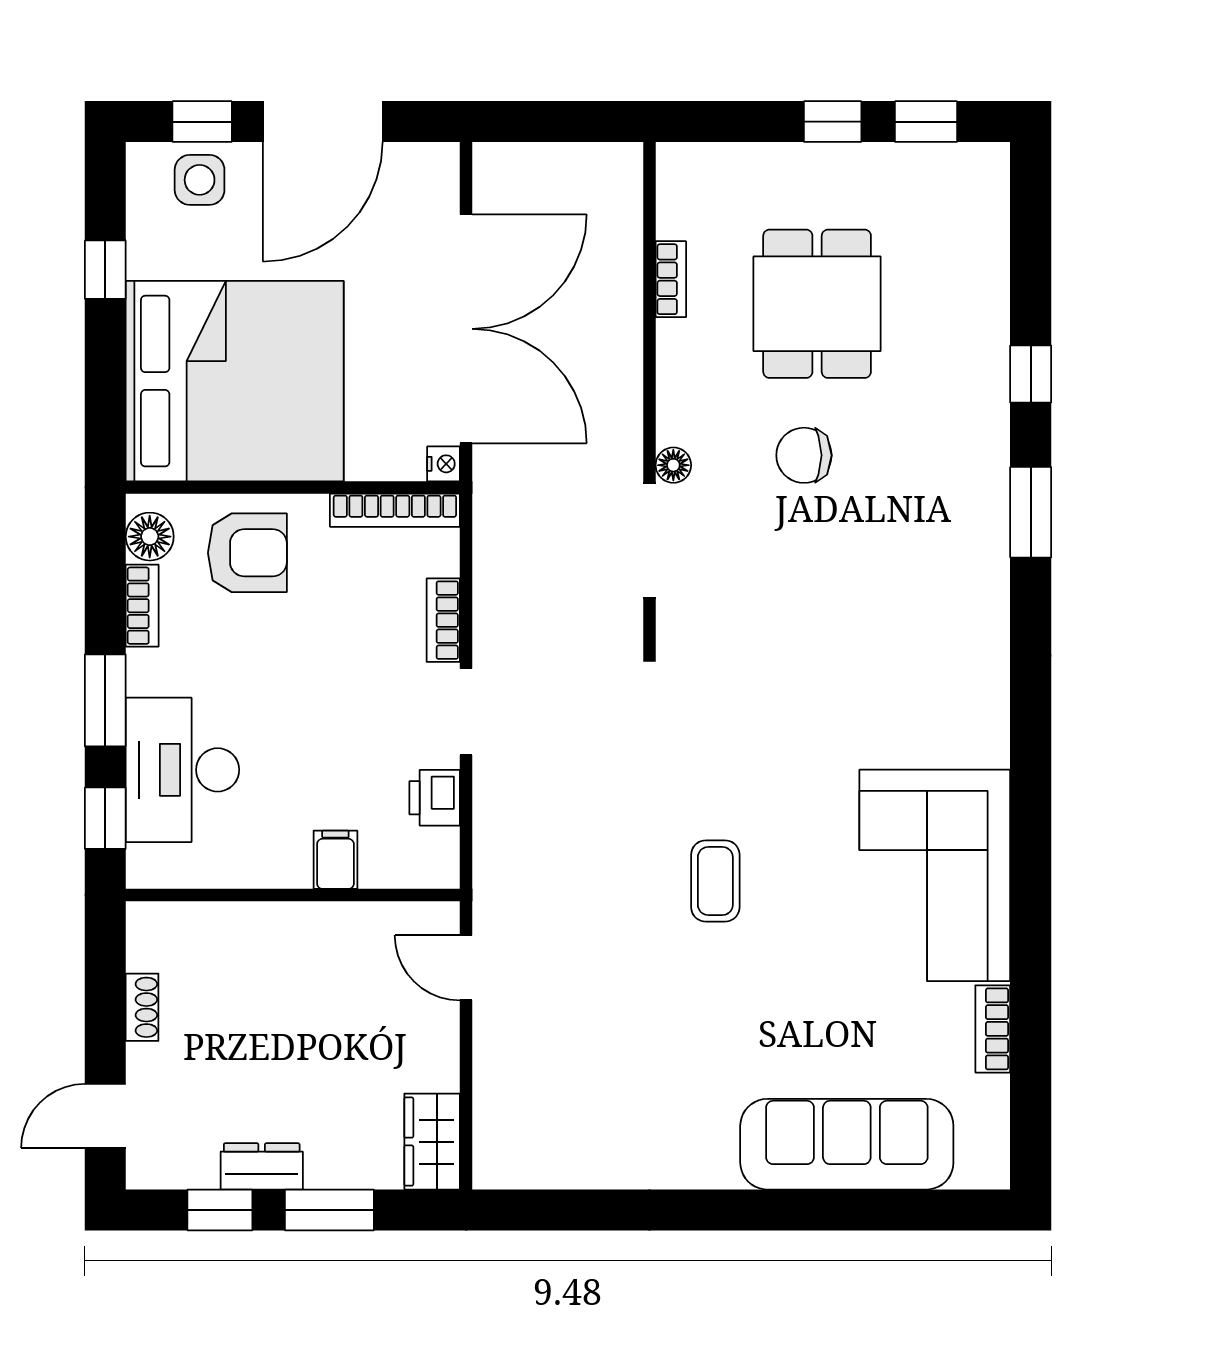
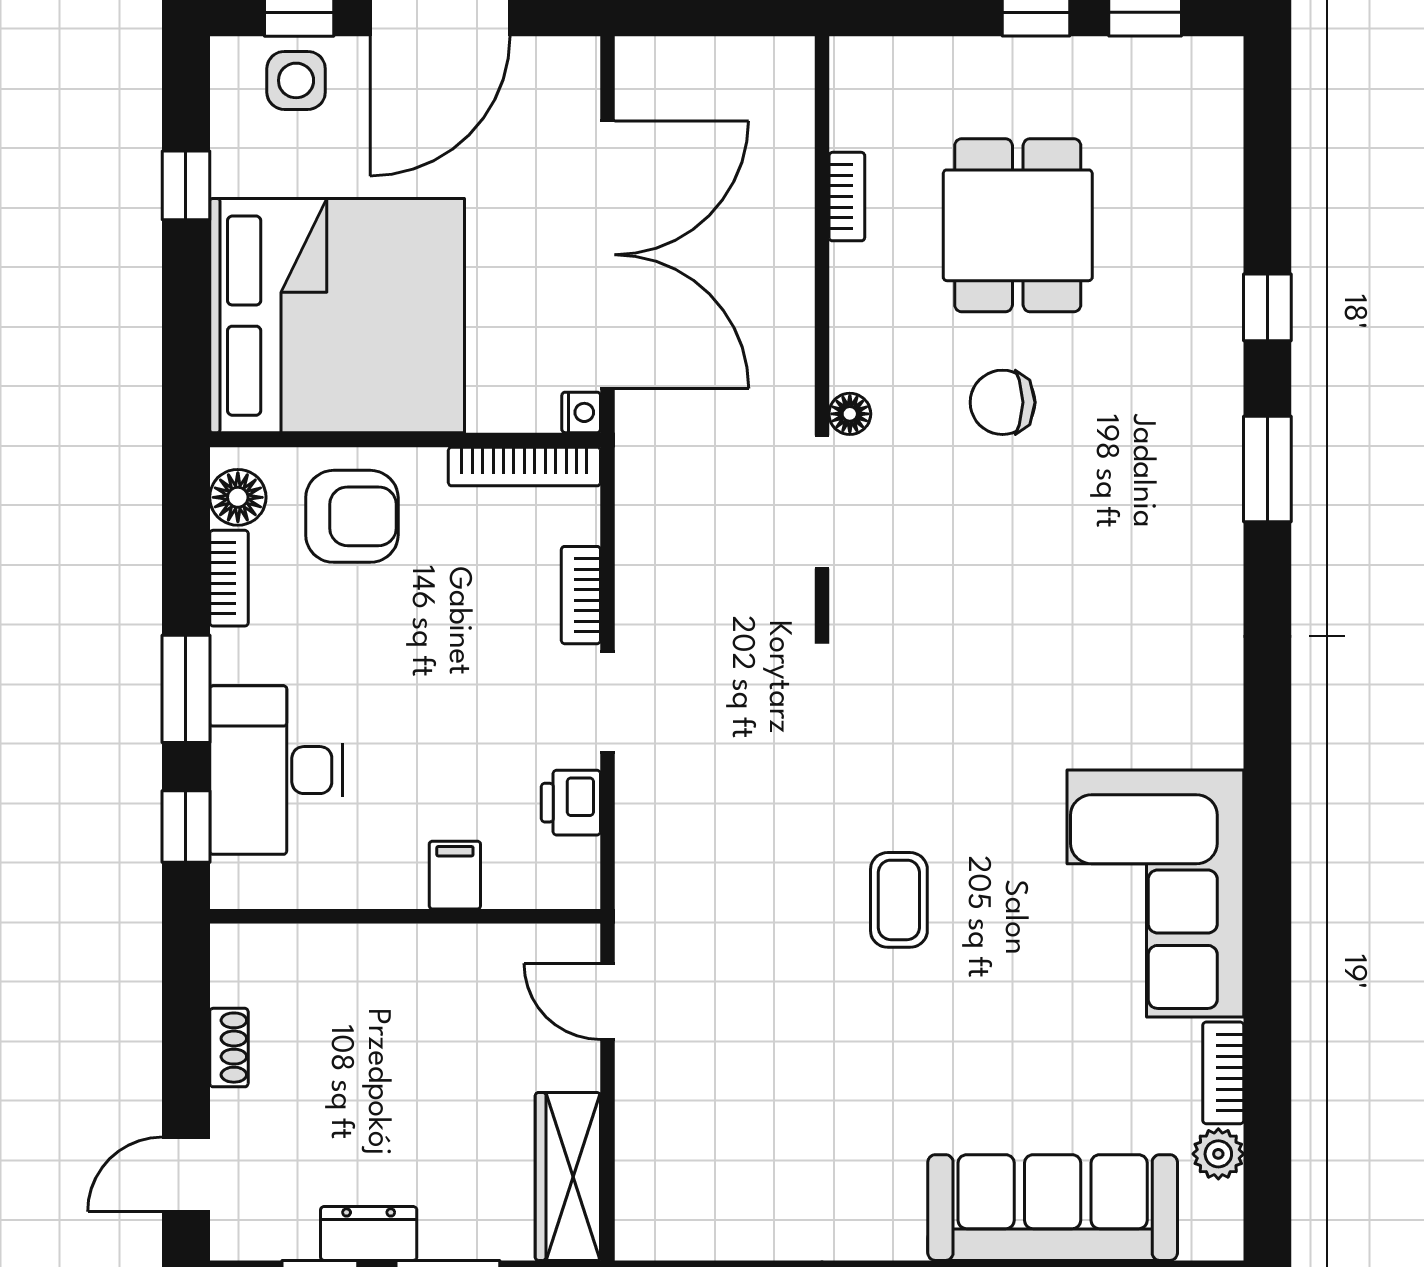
plant: (989, 1098) -> (1218, 1154), added
wardrobe: (432, 1142) -> (568, 1176), width x1.50

